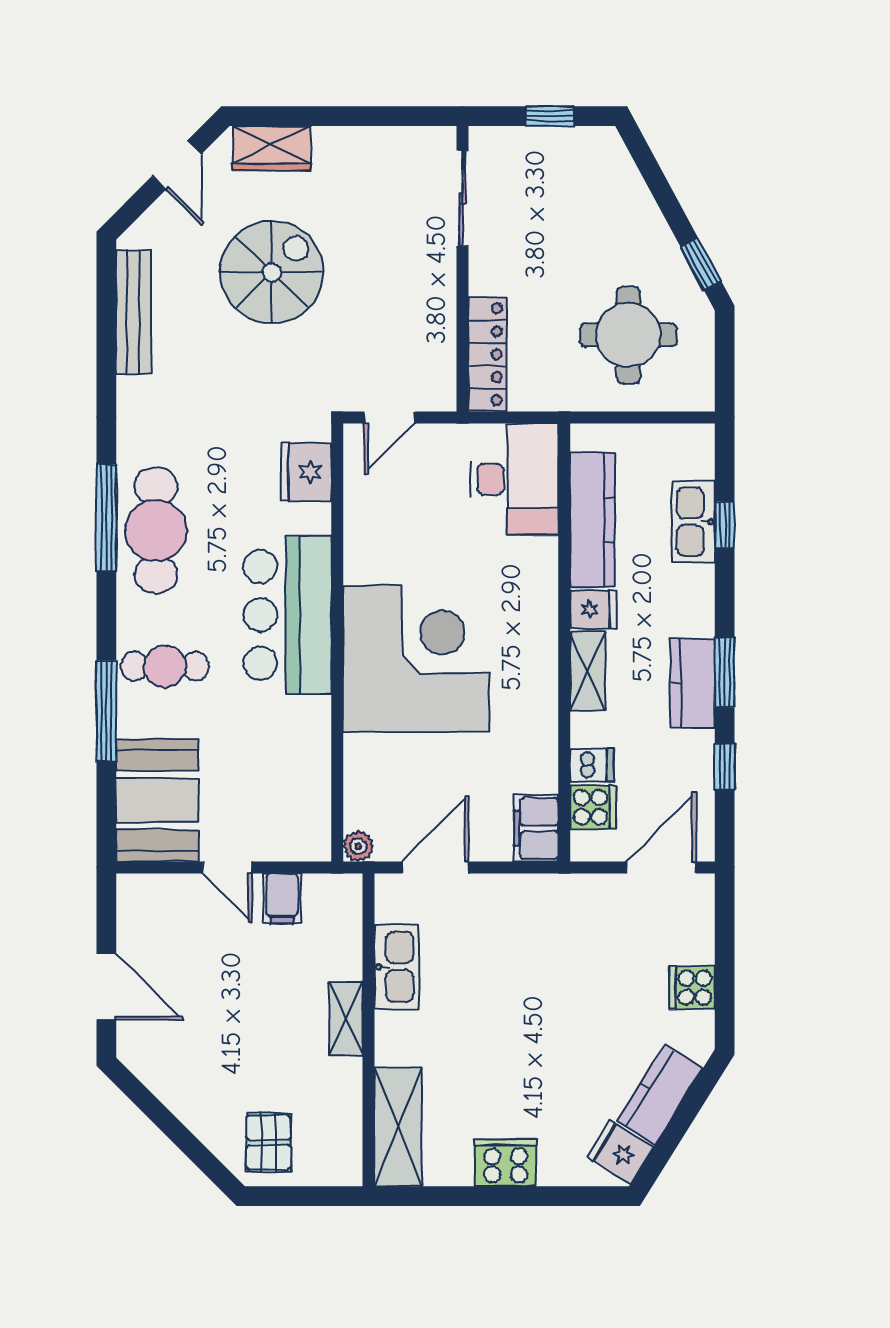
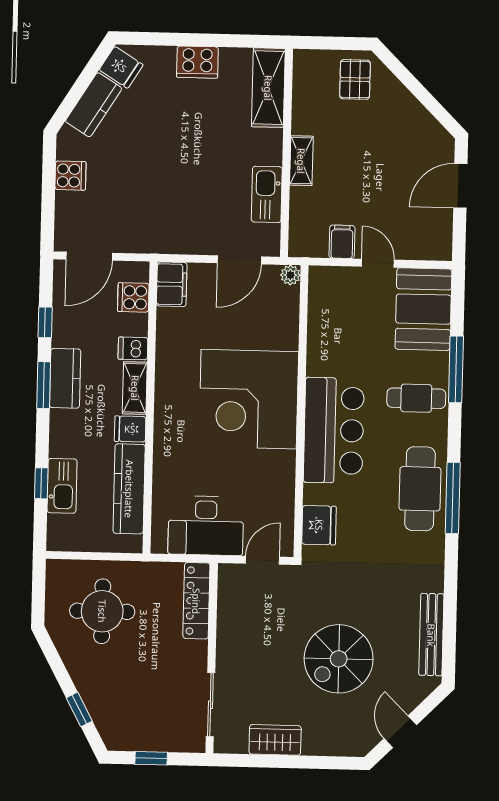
wardrobe: (272, 148) -> (275, 740), moved
window: (701, 264) -> (79, 709), moved
desk: (514, 479) -> (206, 526), moved, turned -90
dishwasher: (592, 765) -> (133, 348), moved
door: (106, 987) -> (460, 186), hinge flipped

